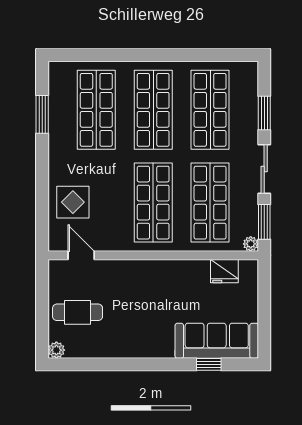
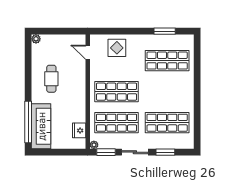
shop shelf: (153, 110) -> (167, 92), removed
door: (81, 255) -> (88, 52), swing flipped
cafe table: (78, 312) -> (51, 79), moved
window: (209, 364) -> (28, 122), width x3.17

